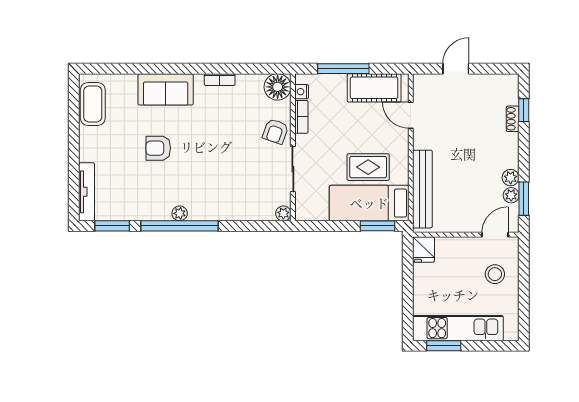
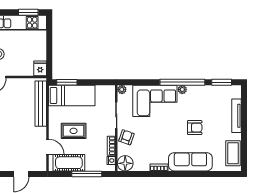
sofa: (166, 89) -> (190, 162), width x1.36
rug: (368, 167) -> (74, 131), moved
tv unit: (86, 192) -> (237, 116), moved
corner sofa: (227, 194) -> (155, 101), added

